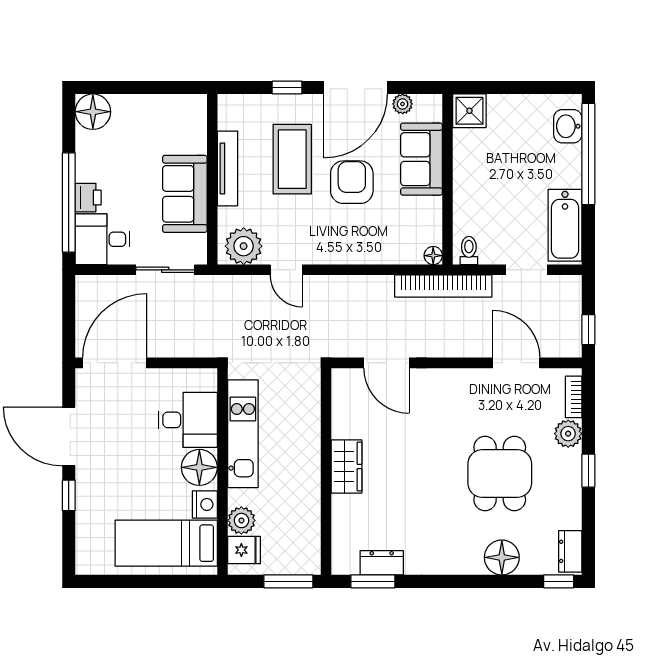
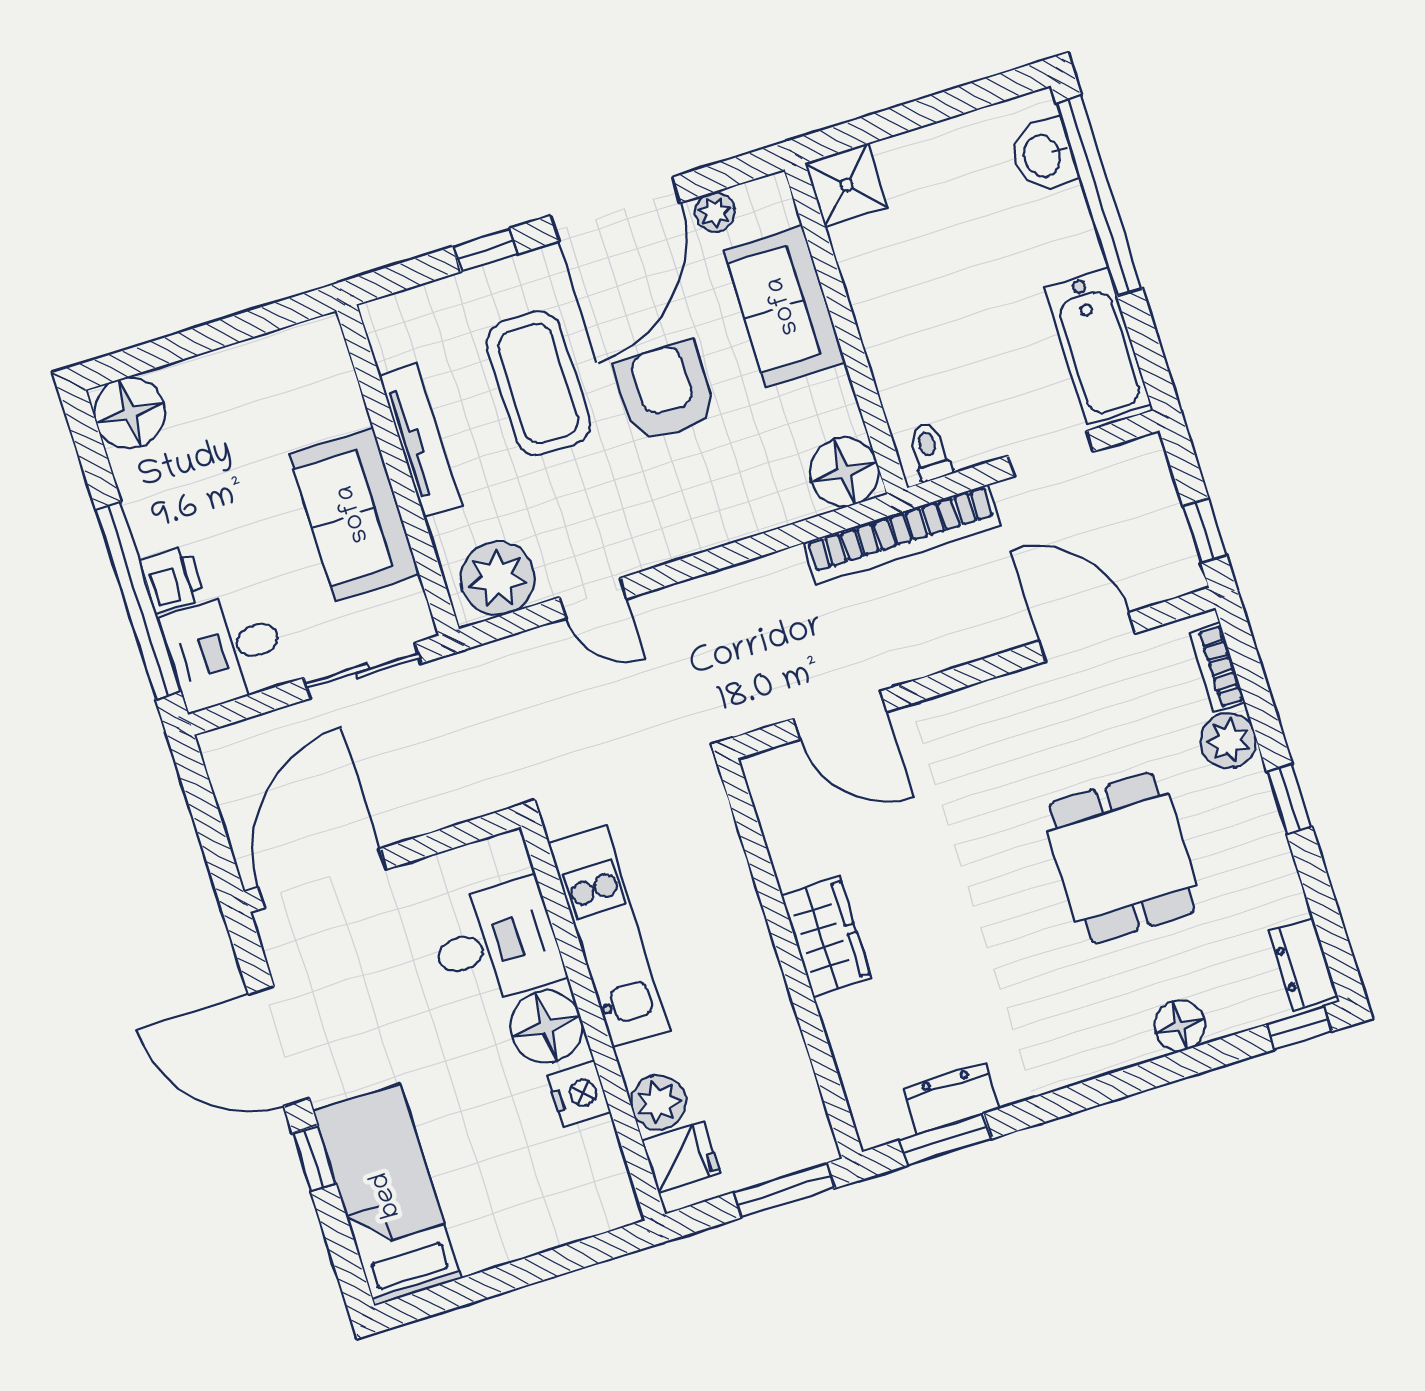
floor lamp: (433, 256) -> (844, 472), width x1.89, depth x1.89
bed: (166, 543) -> (387, 1195), moved, turned 90
floor lamp: (502, 557) -> (1180, 1026), width x0.73, depth x0.73

